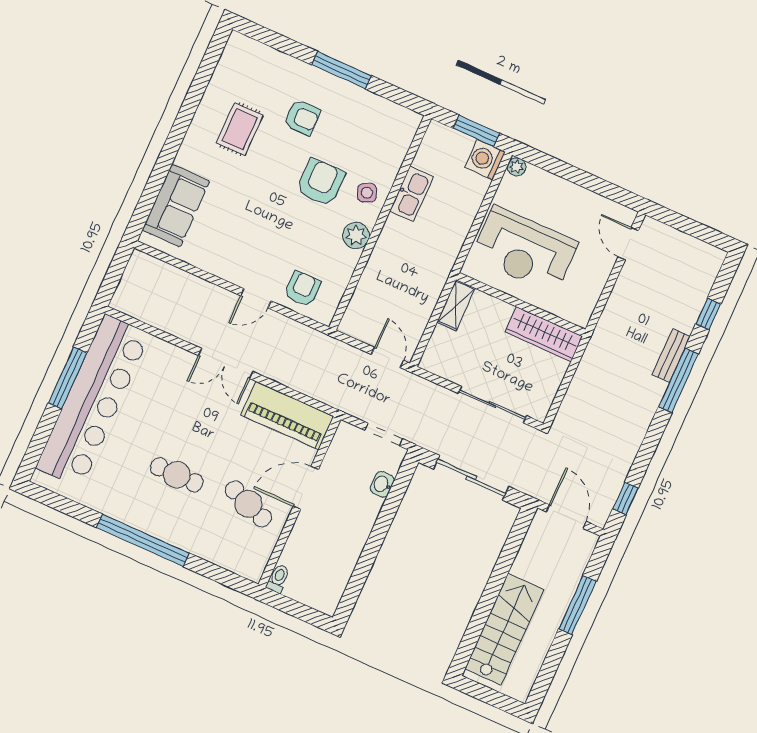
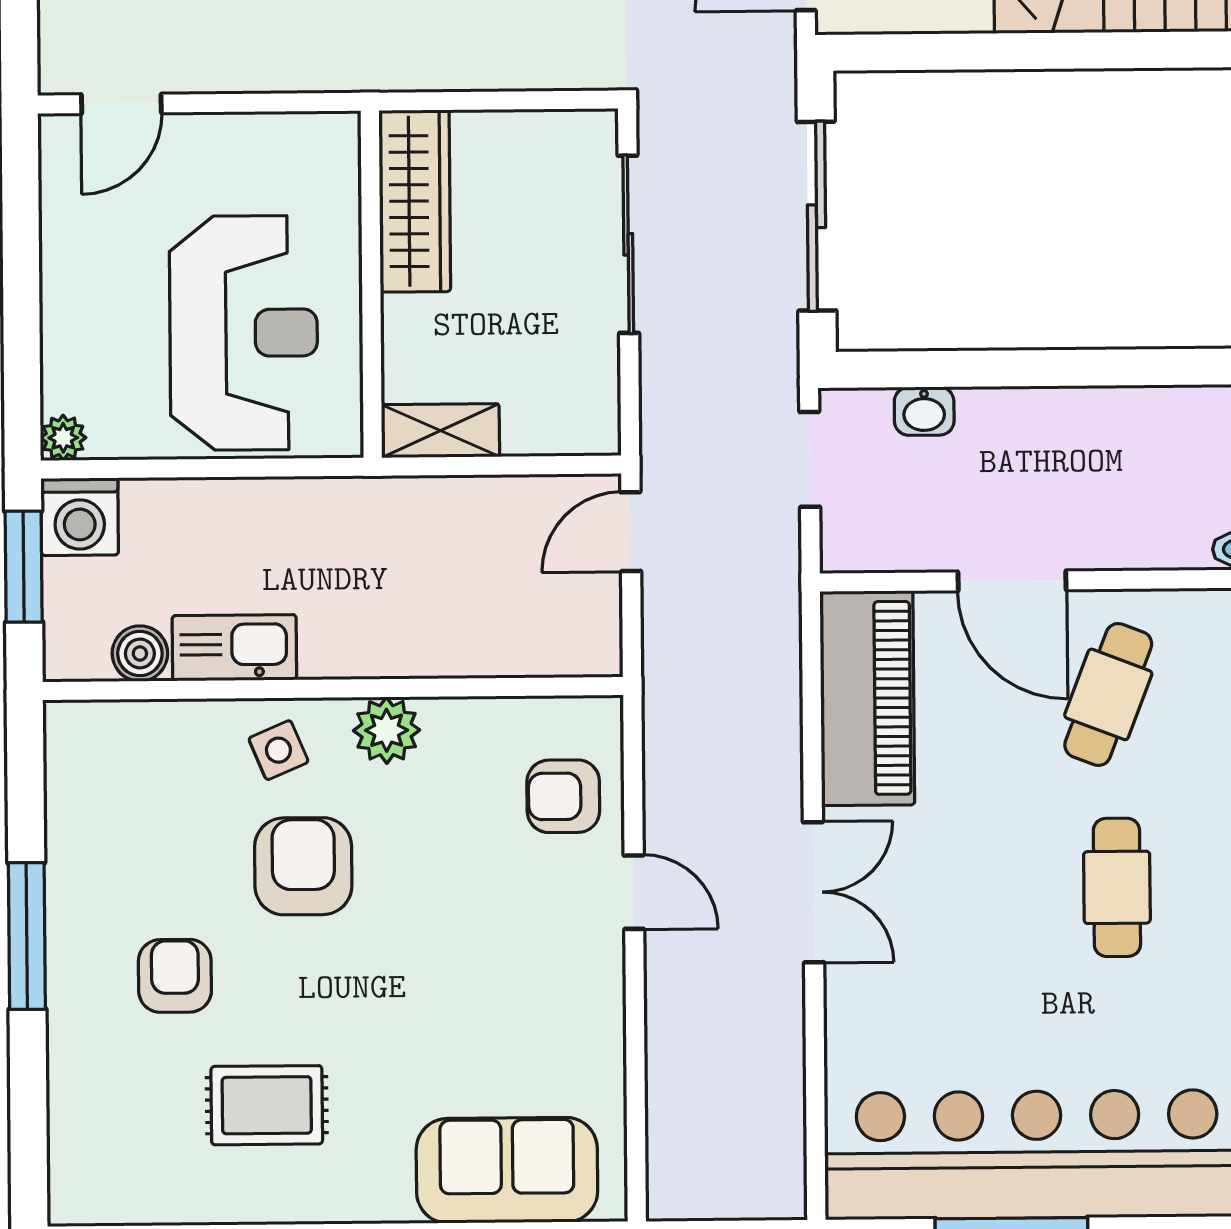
boiler: (425, 159) -> (140, 653), added
armchair: (321, 182) -> (303, 866), turned 90

